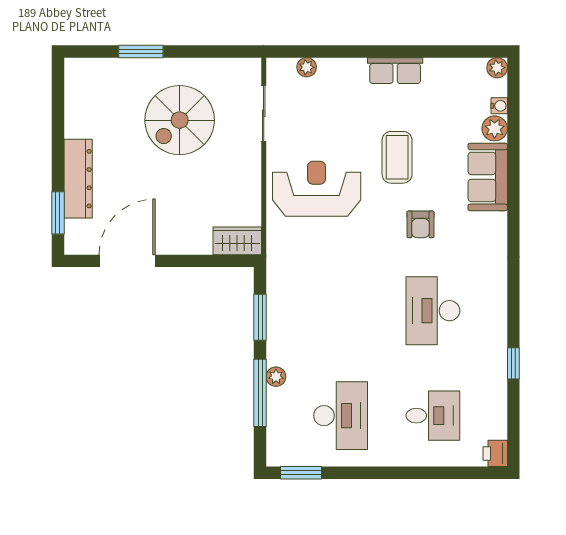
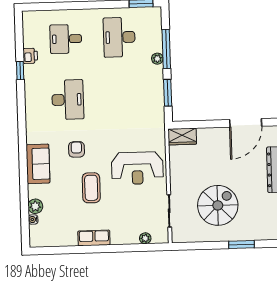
plant: (497, 68) -> (35, 241), removed
sofa: (488, 177) -> (38, 164), moved
printer: (495, 453) -> (30, 56), moved

